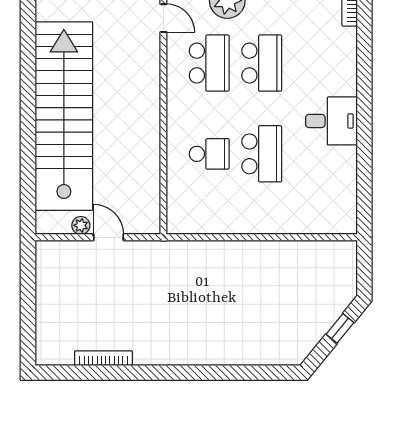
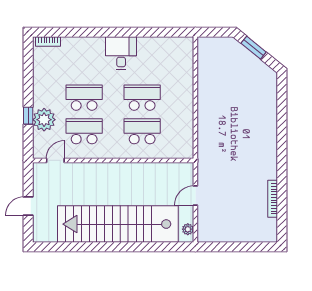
school desk: (209, 154) -> (142, 131), width x1.85
plant: (81, 225) -> (188, 229), moved
window: (340, 328) -> (254, 48), width x1.50

